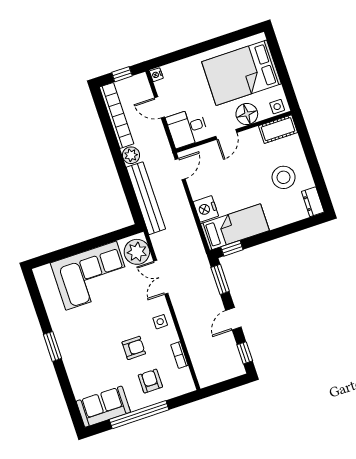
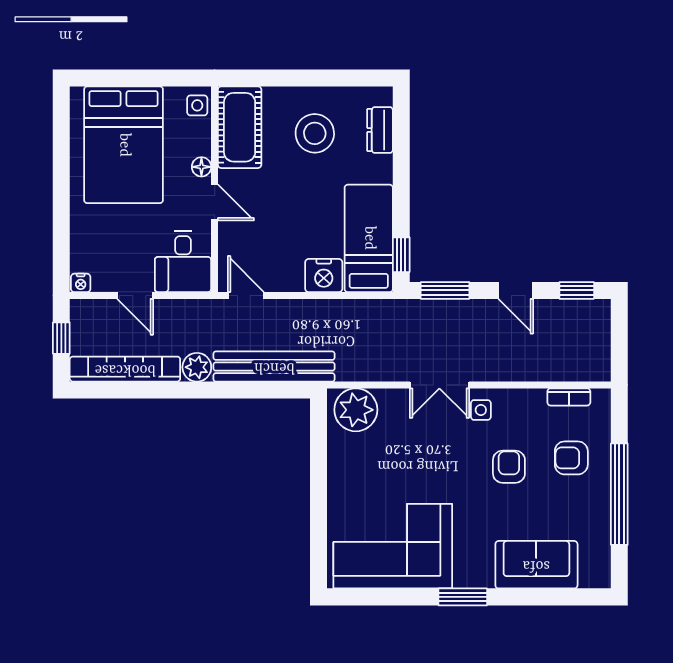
door: (160, 107) -> (135, 295), hinge flipped
floor lamp: (247, 114) -> (201, 167), width x0.53, depth x0.53
cot: (278, 129) -> (240, 127), width x1.37, depth x1.34
dresser: (313, 202) -> (380, 130), moved, turned 90
corner sofa: (91, 276) -> (393, 546), moved, turned -90
double door: (161, 277) -> (439, 385), moved
bookcase: (179, 355) -> (569, 397), moved
sofa: (103, 407) -> (536, 565), moved, turned 90

